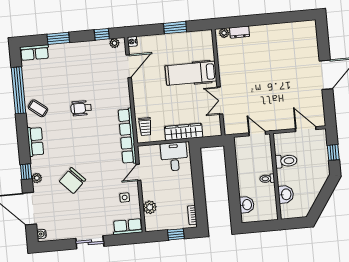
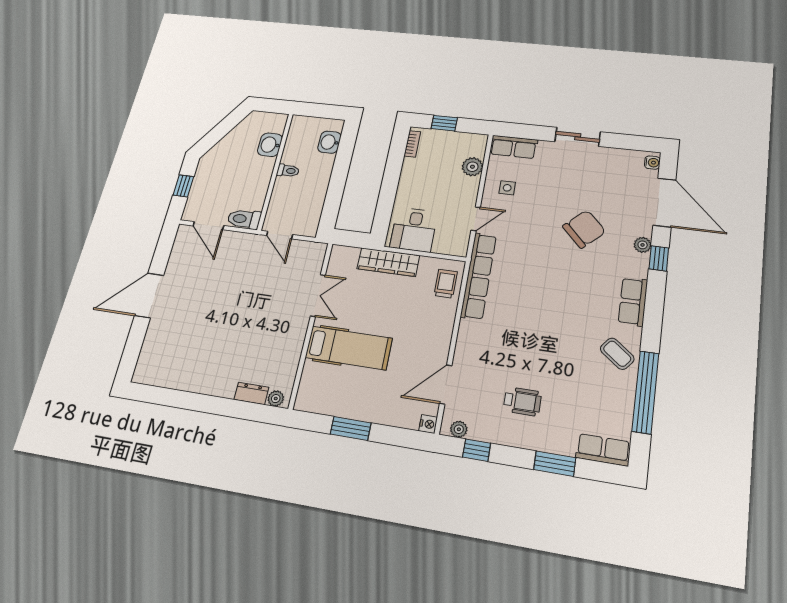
wheelchair: (81, 108) -> (522, 401), moved
toilet: (286, 161) -> (244, 219), moved

